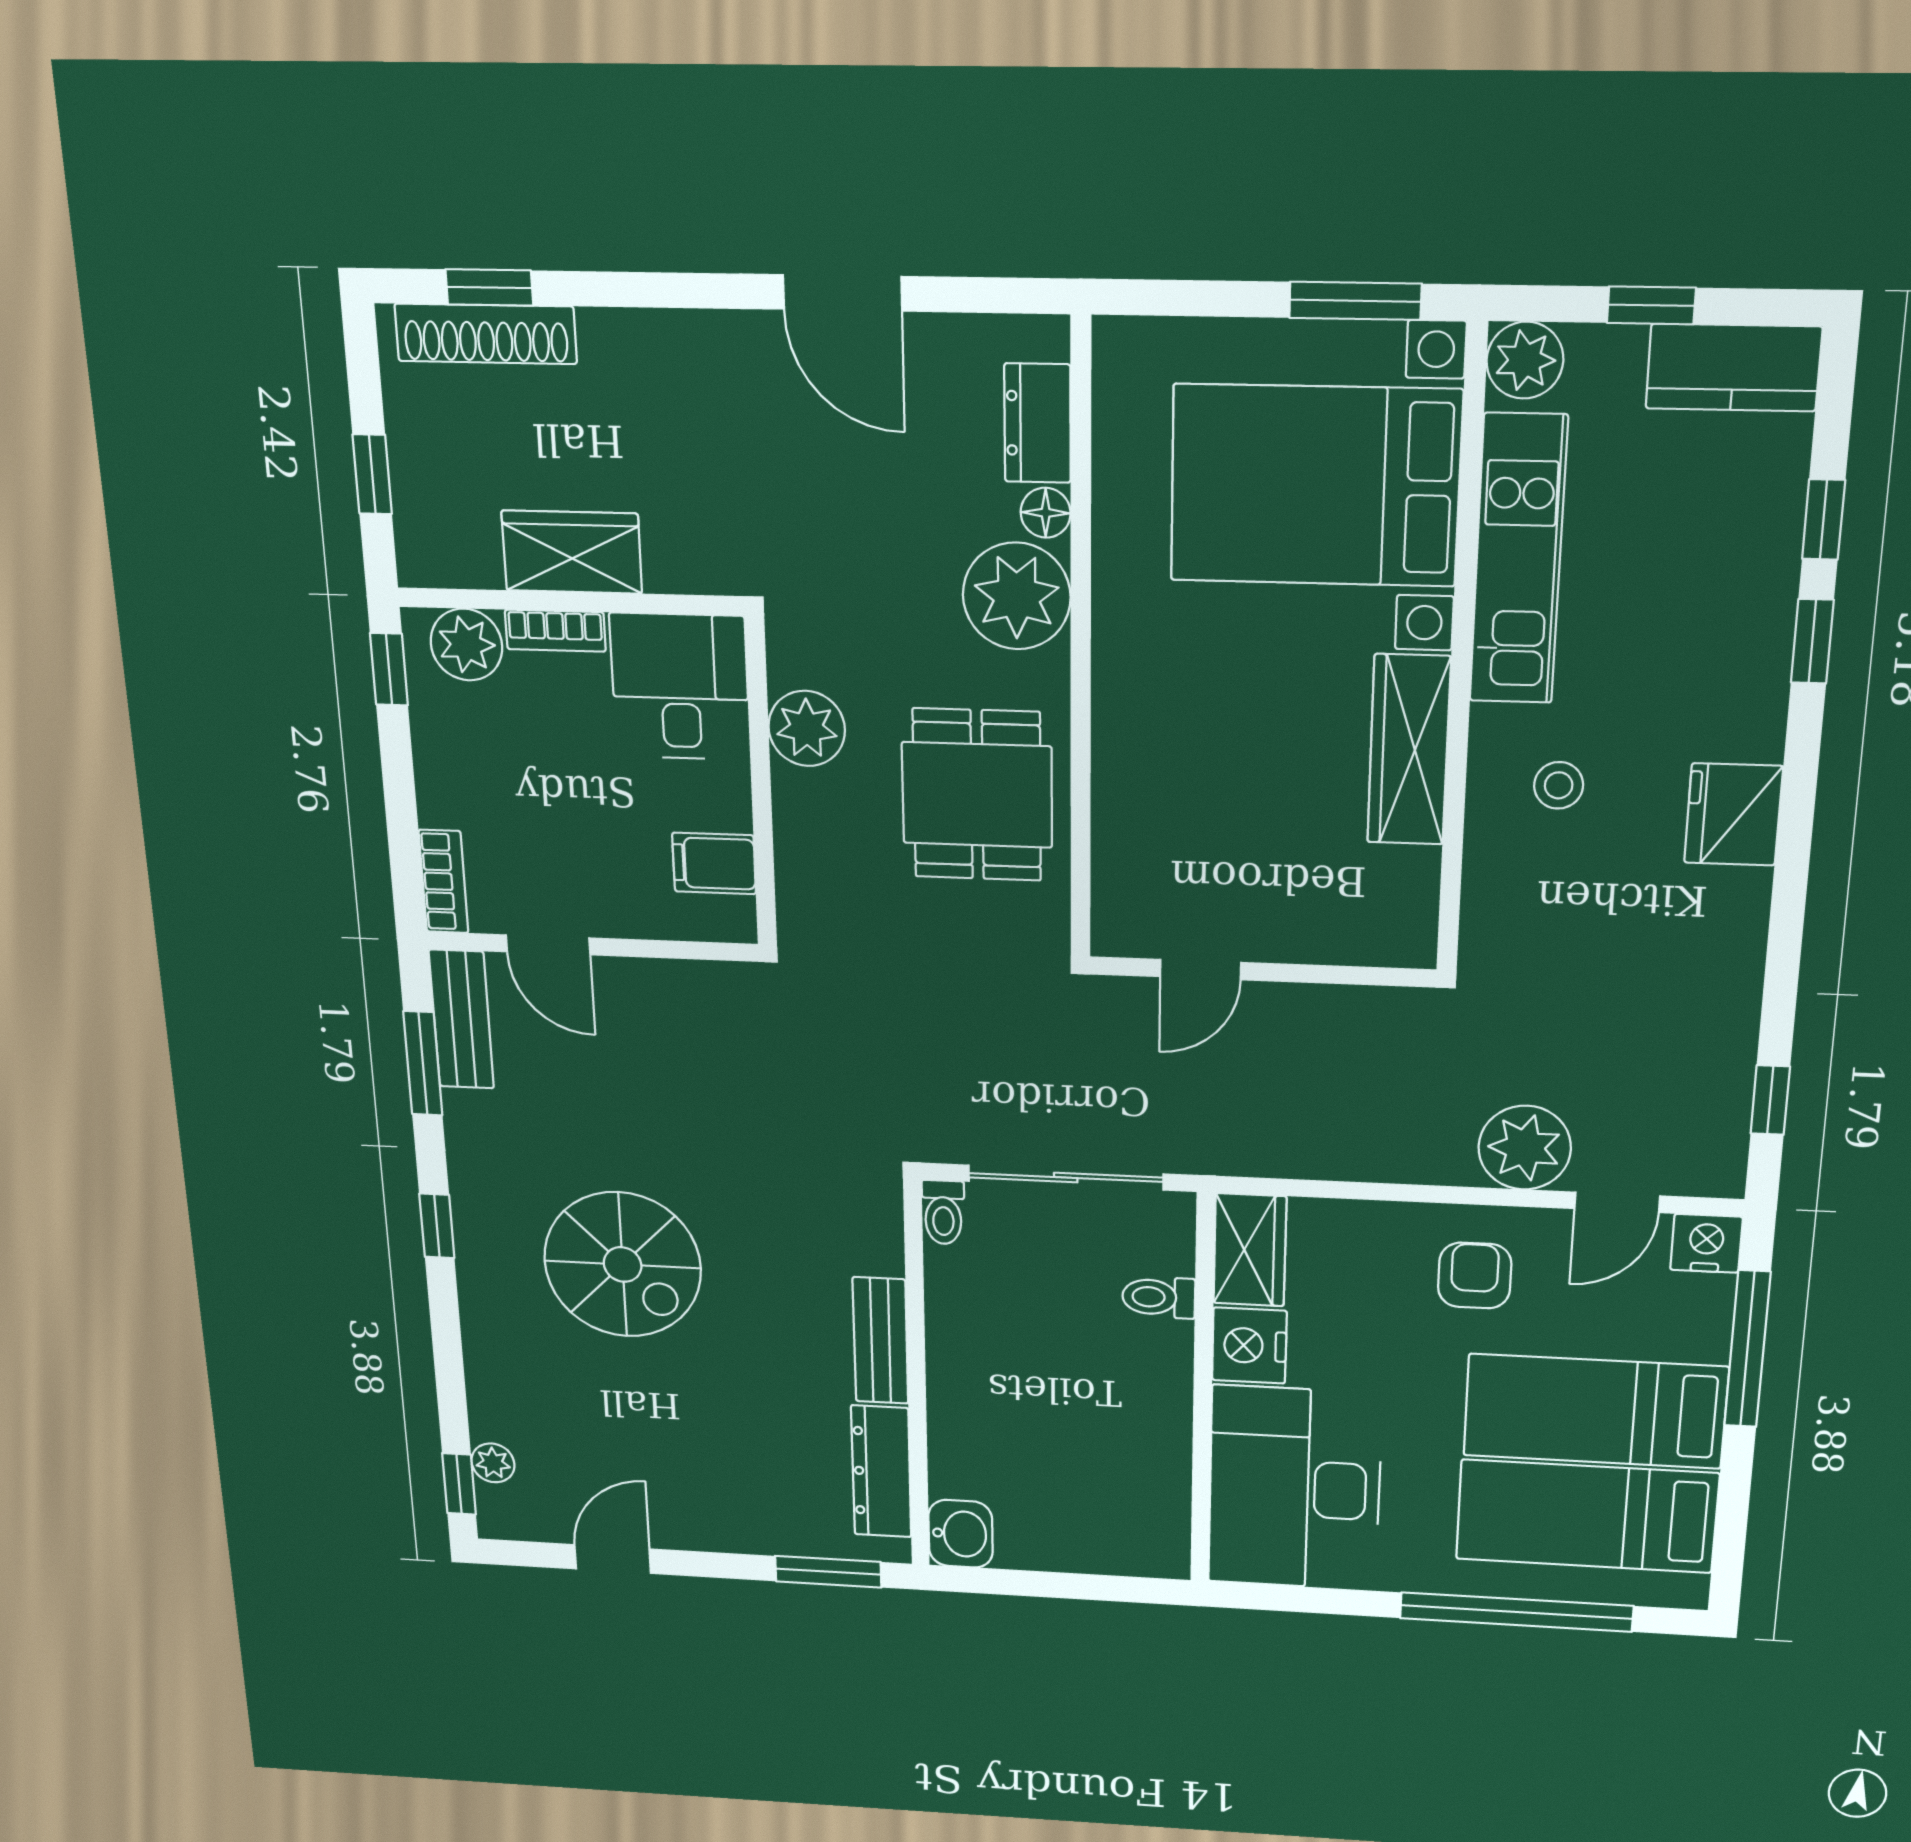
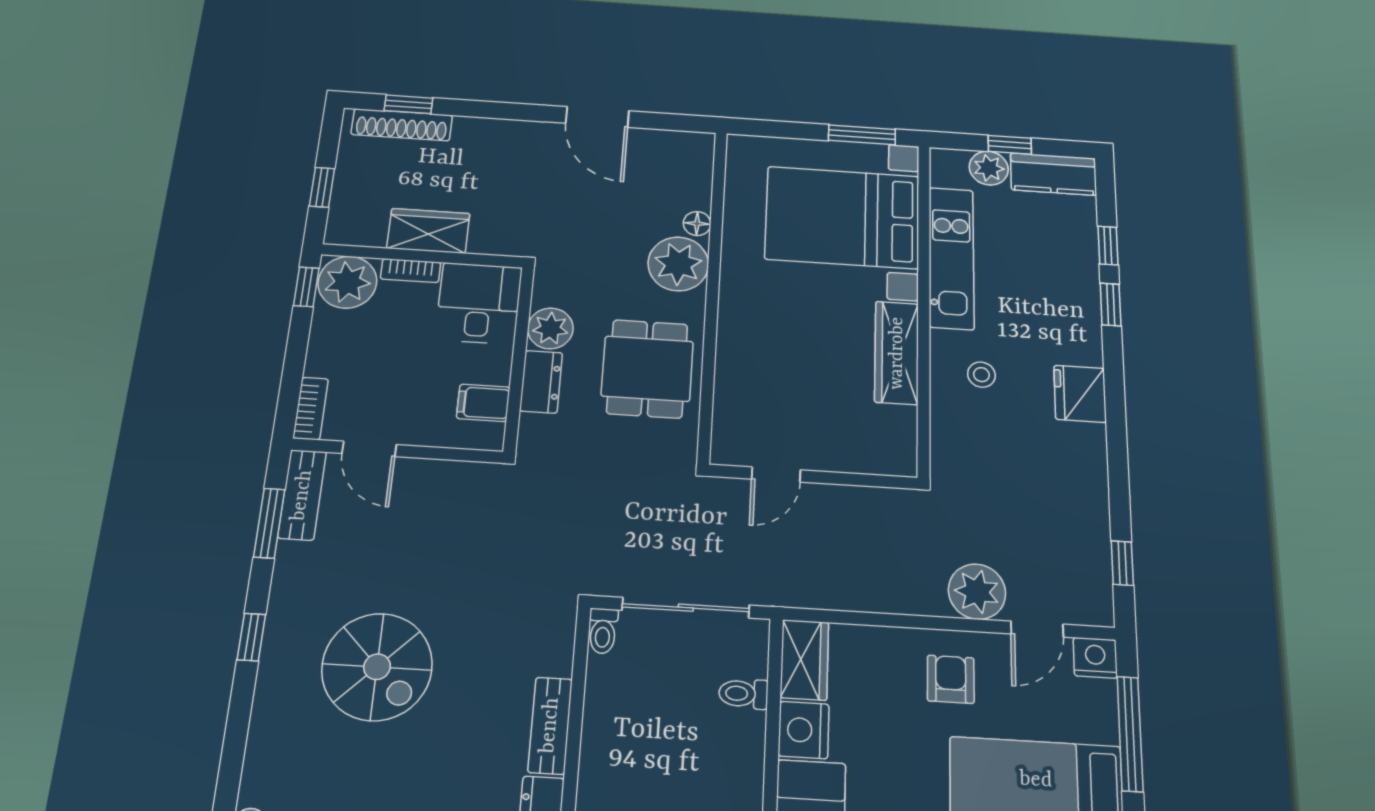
plant: (1525, 360) -> (989, 168), moved
dresser: (1038, 423) -> (541, 382), moved, turned 180
plant: (466, 645) -> (347, 282), width x1.36, depth x1.36

